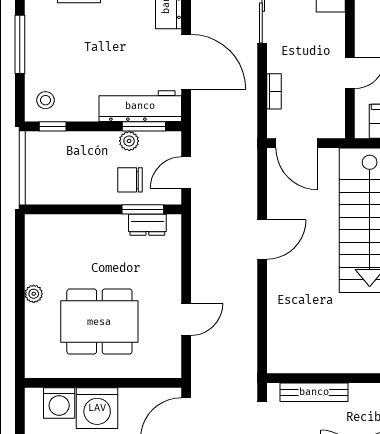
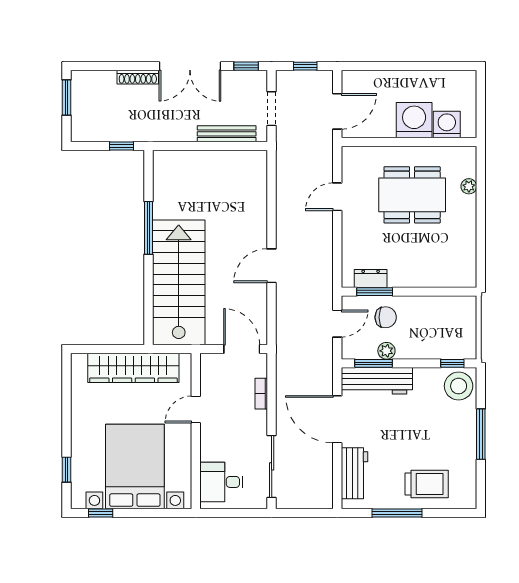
stool: (46, 100) -> (459, 386), width x1.89, depth x1.89
plant: (34, 294) -> (469, 186), moved

